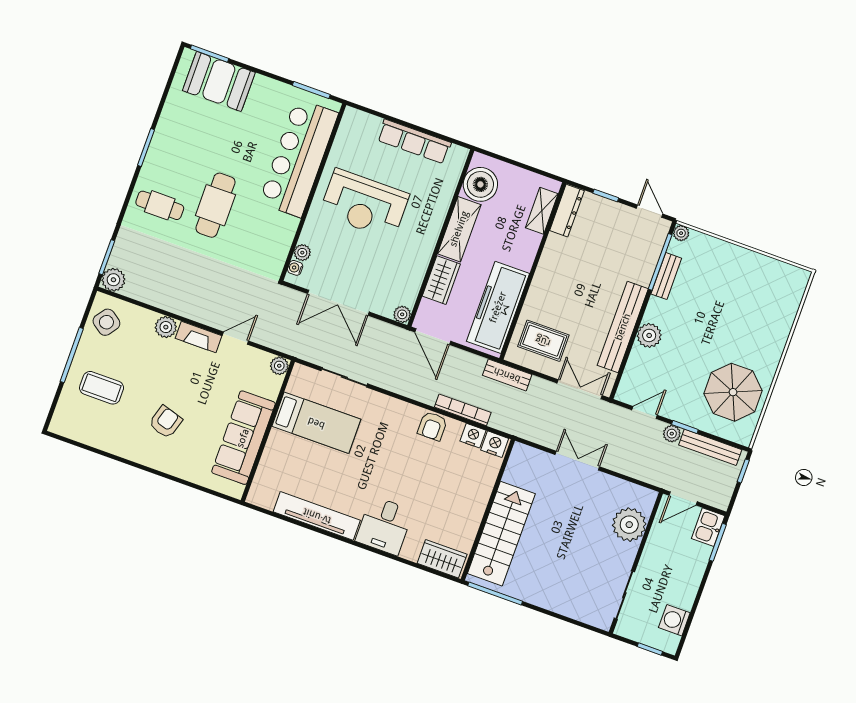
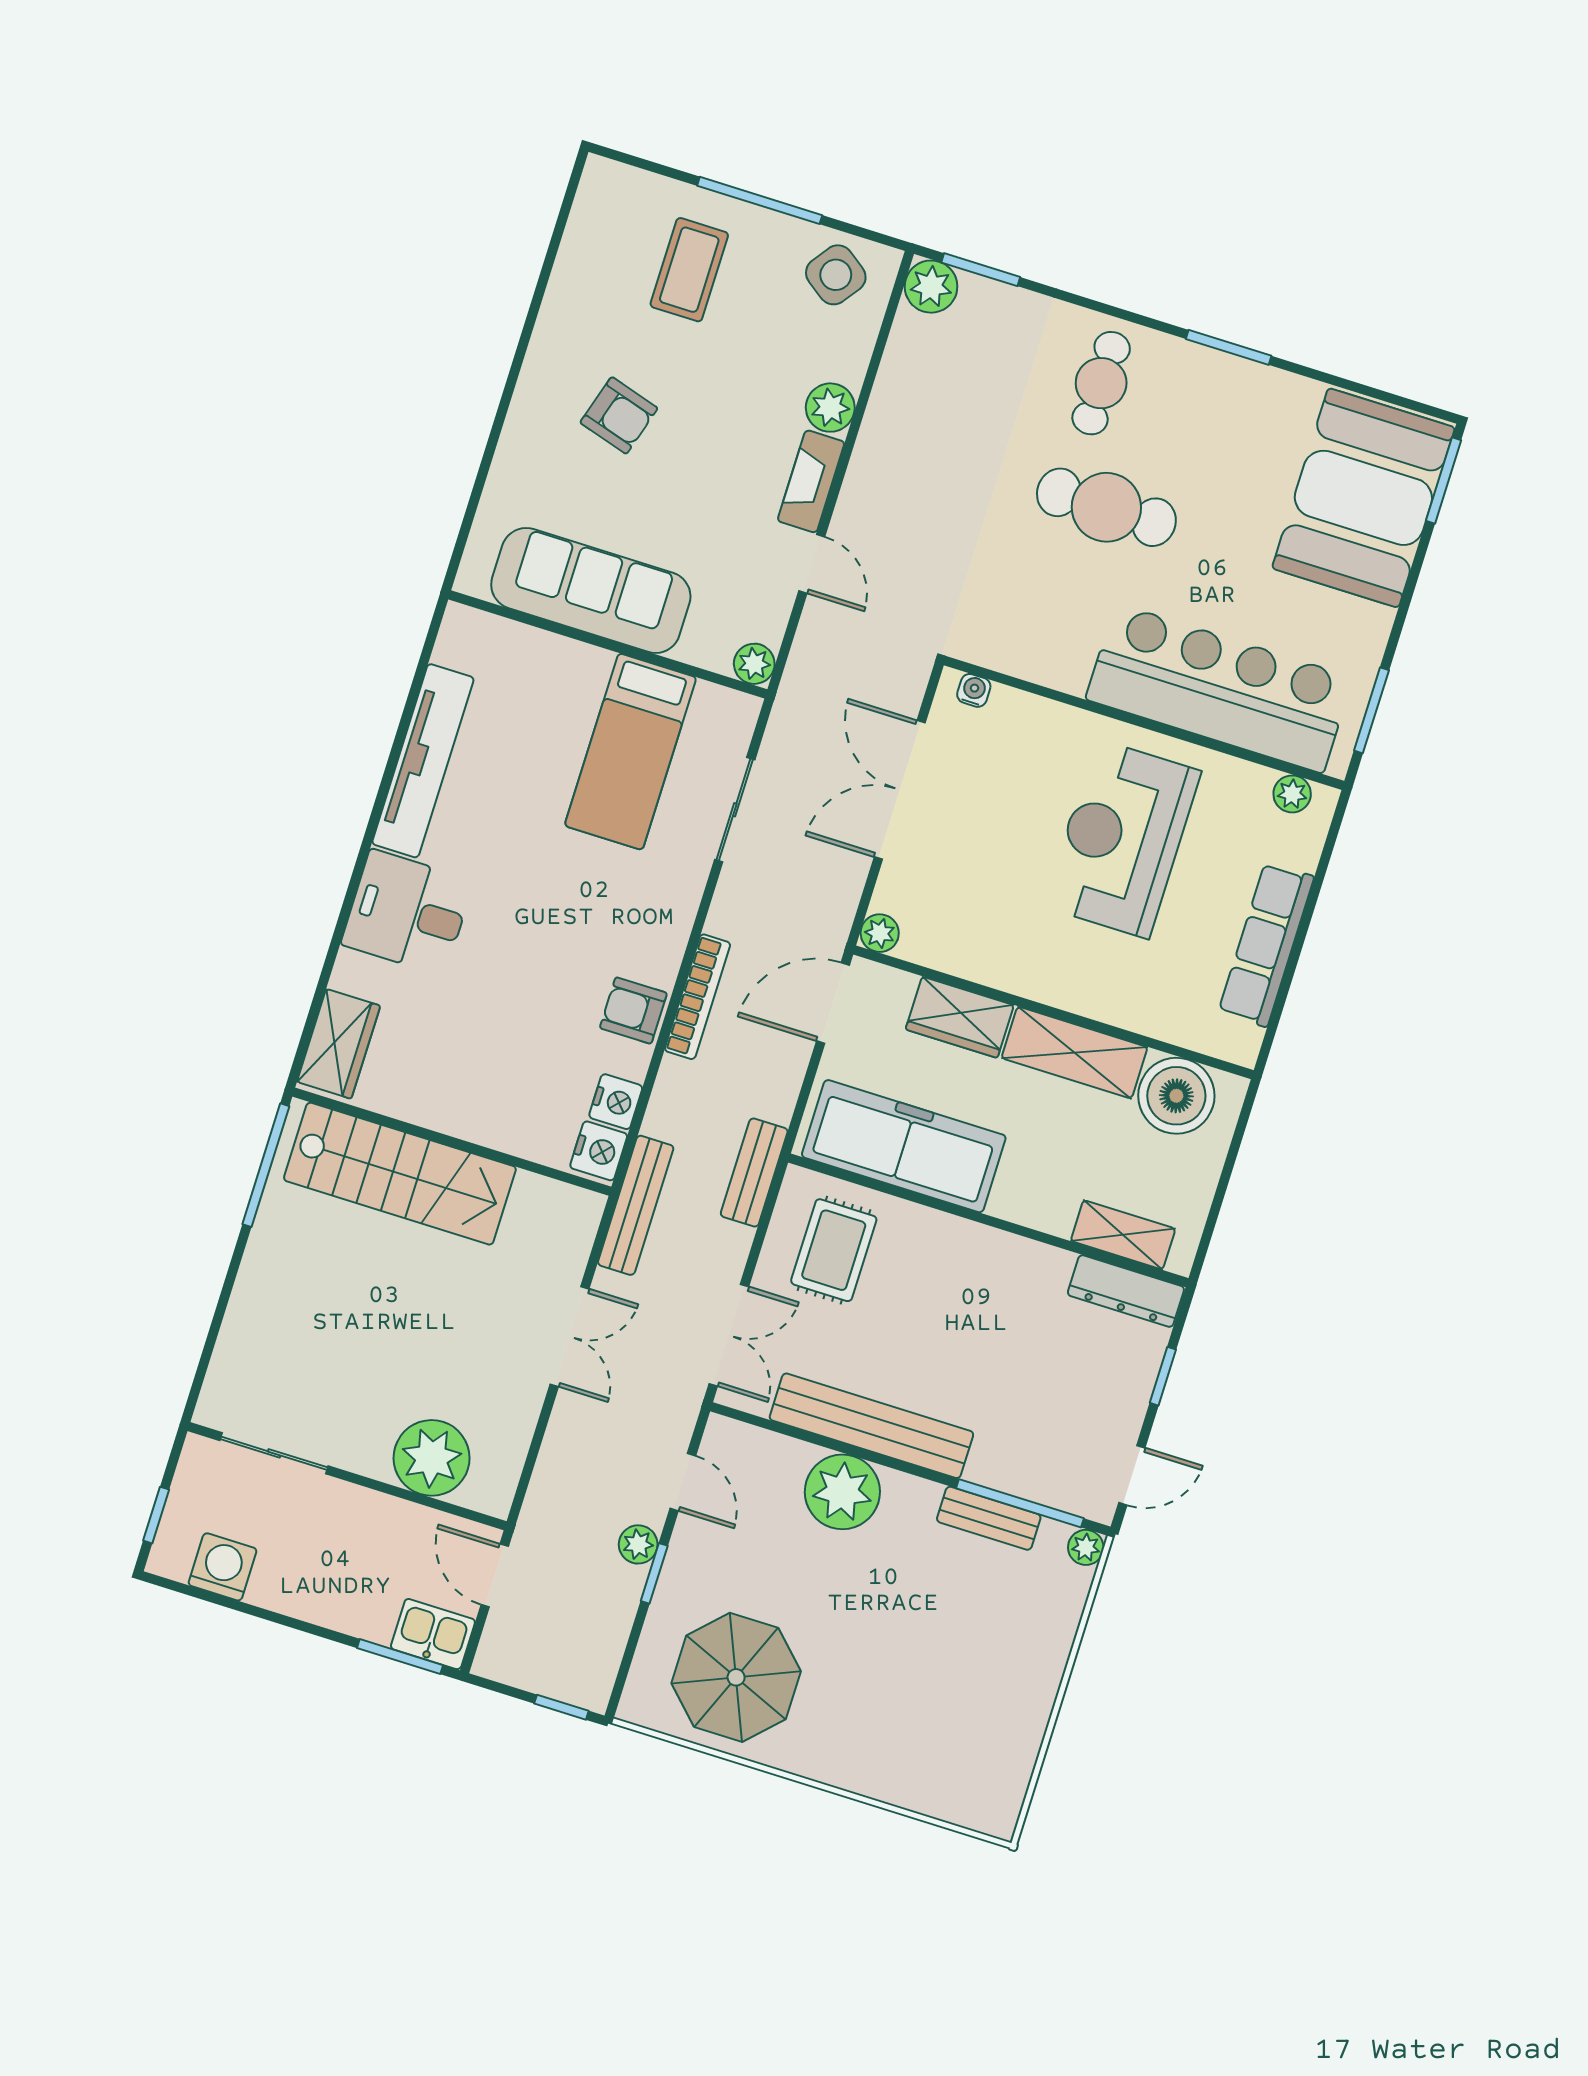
booth: (219, 81) -> (1363, 498), width x1.36, depth x1.42
plant: (302, 253) -> (1292, 794), moved
plant: (649, 335) -> (842, 1492), width x1.36, depth x1.36
bookcase: (463, 410) -> (698, 997), moved
bench: (710, 447) -> (636, 1205), moved

